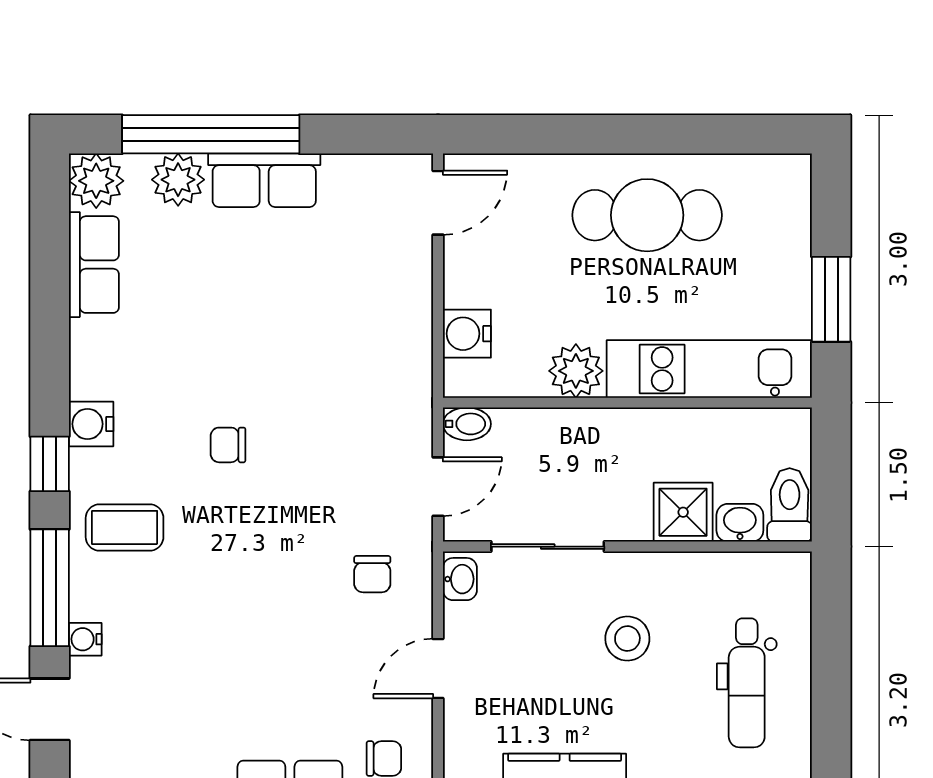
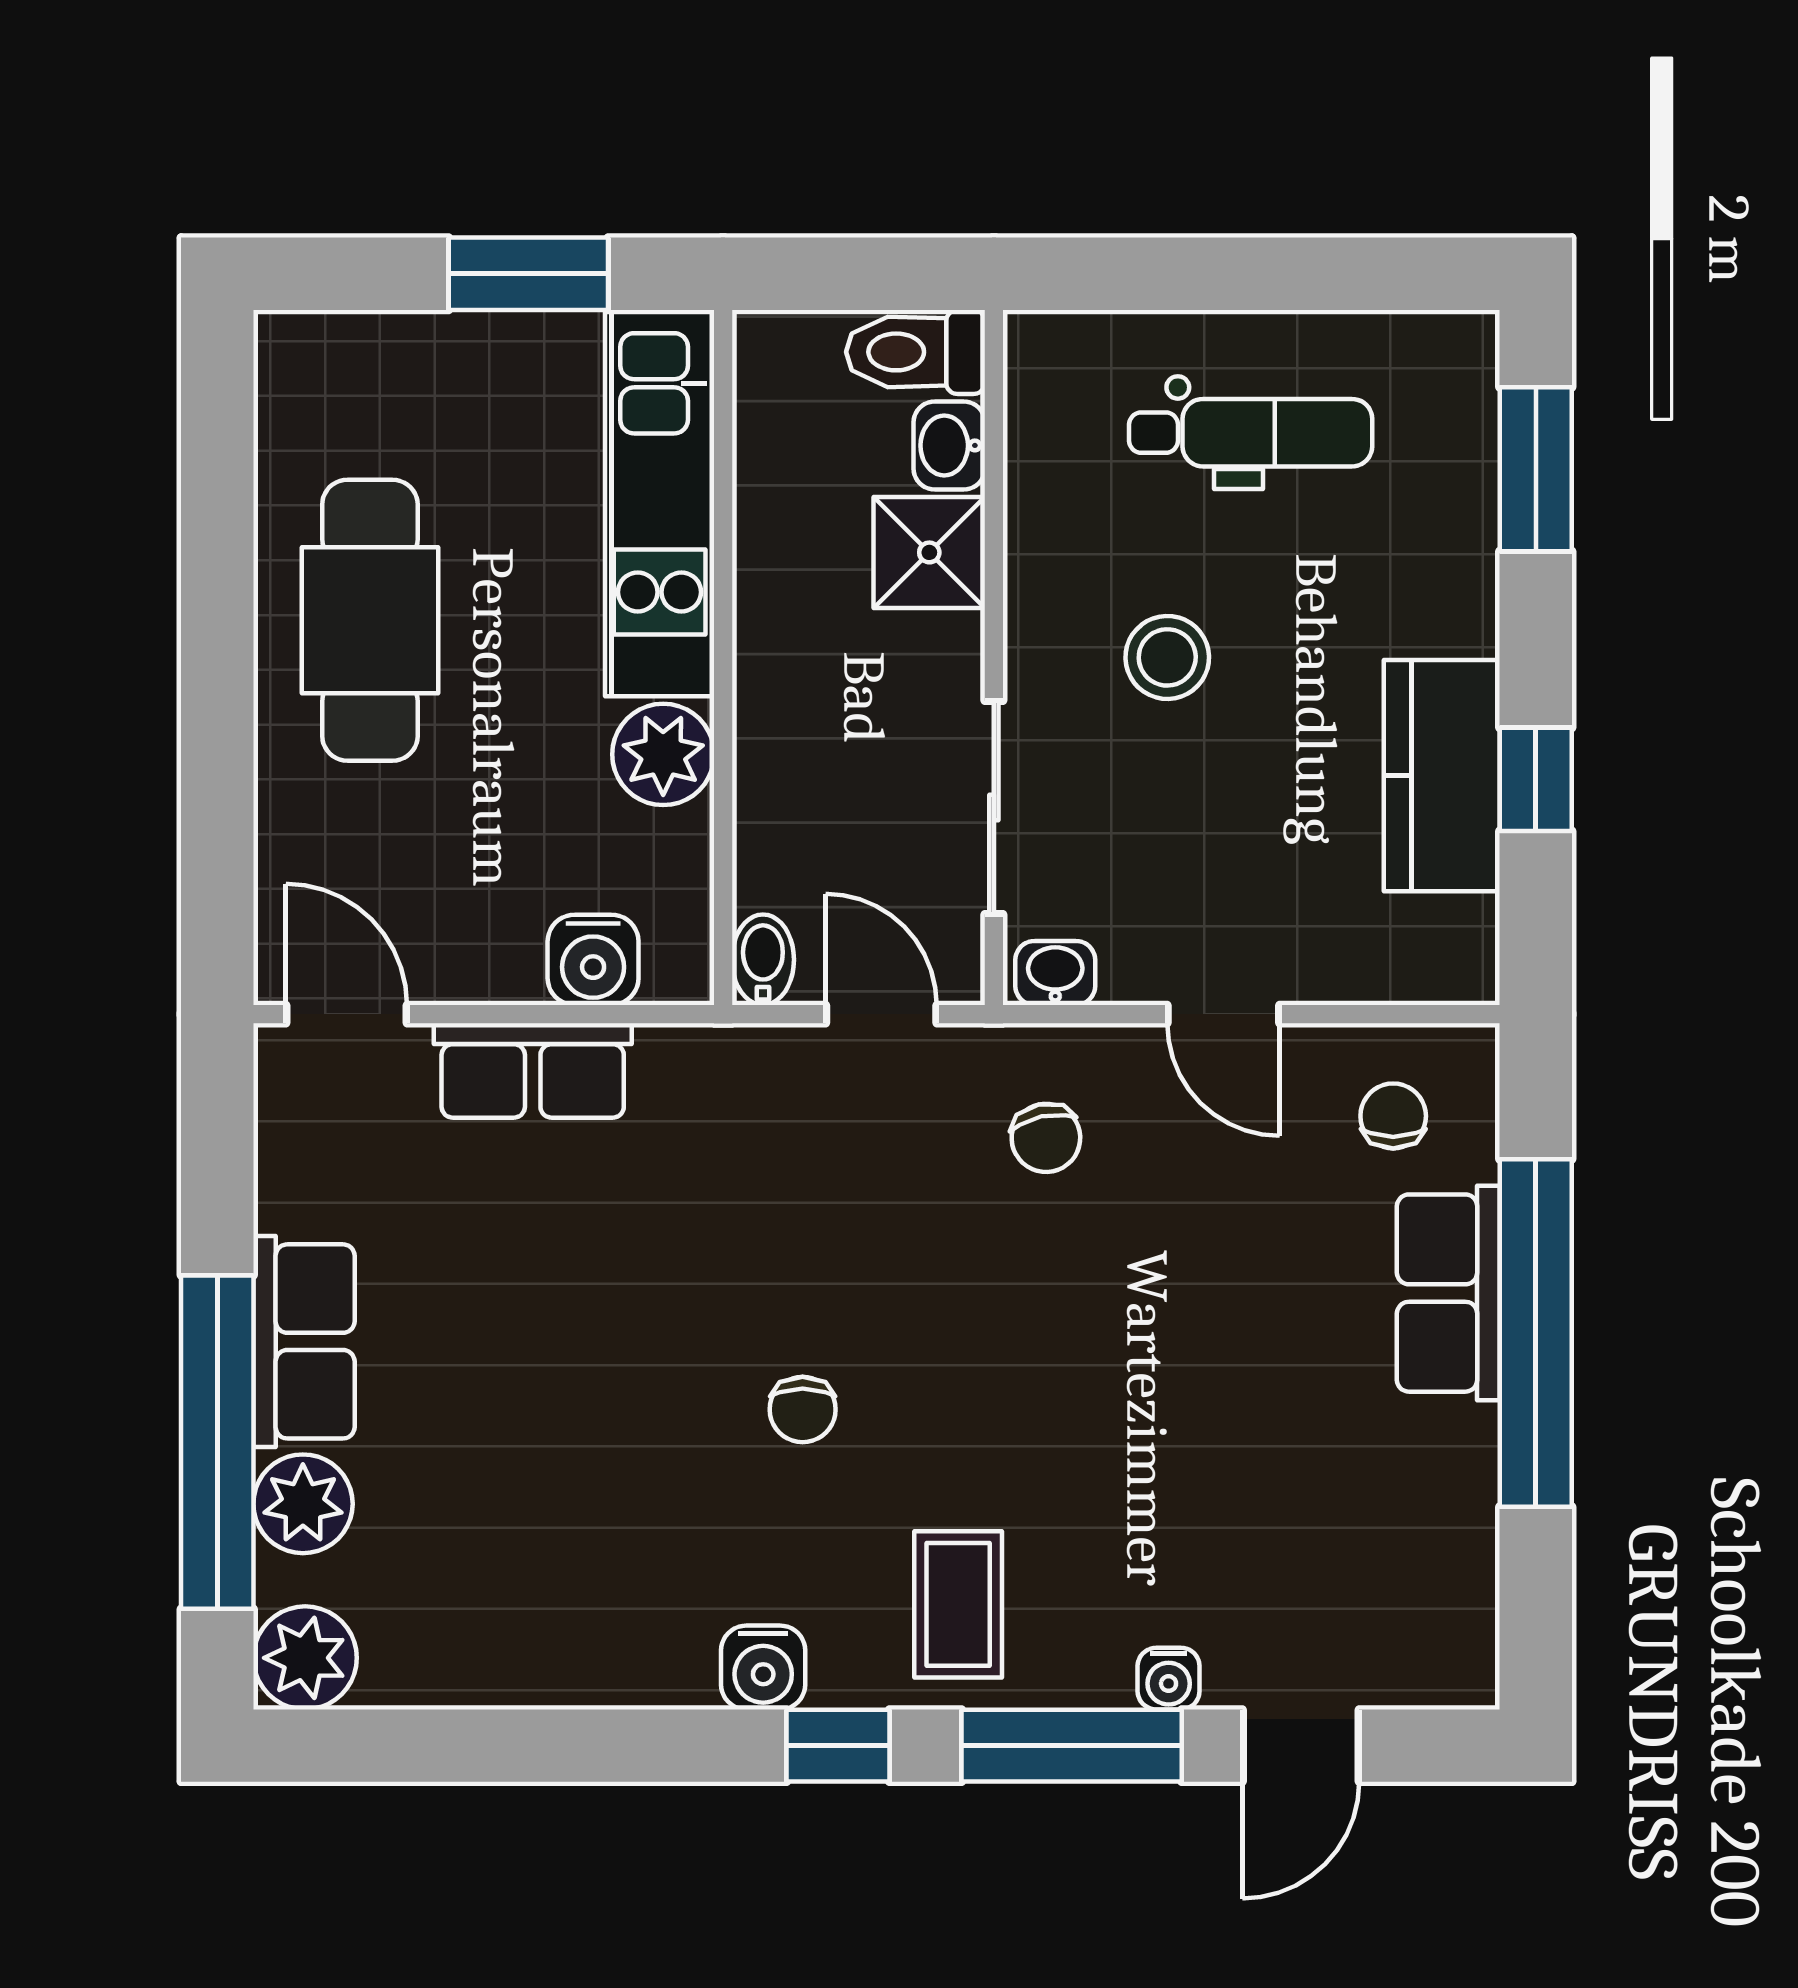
row of seats: (94, 265) -> (533, 1070), moved, turned 180
chair: (372, 574) -> (1046, 1138), turned 78

